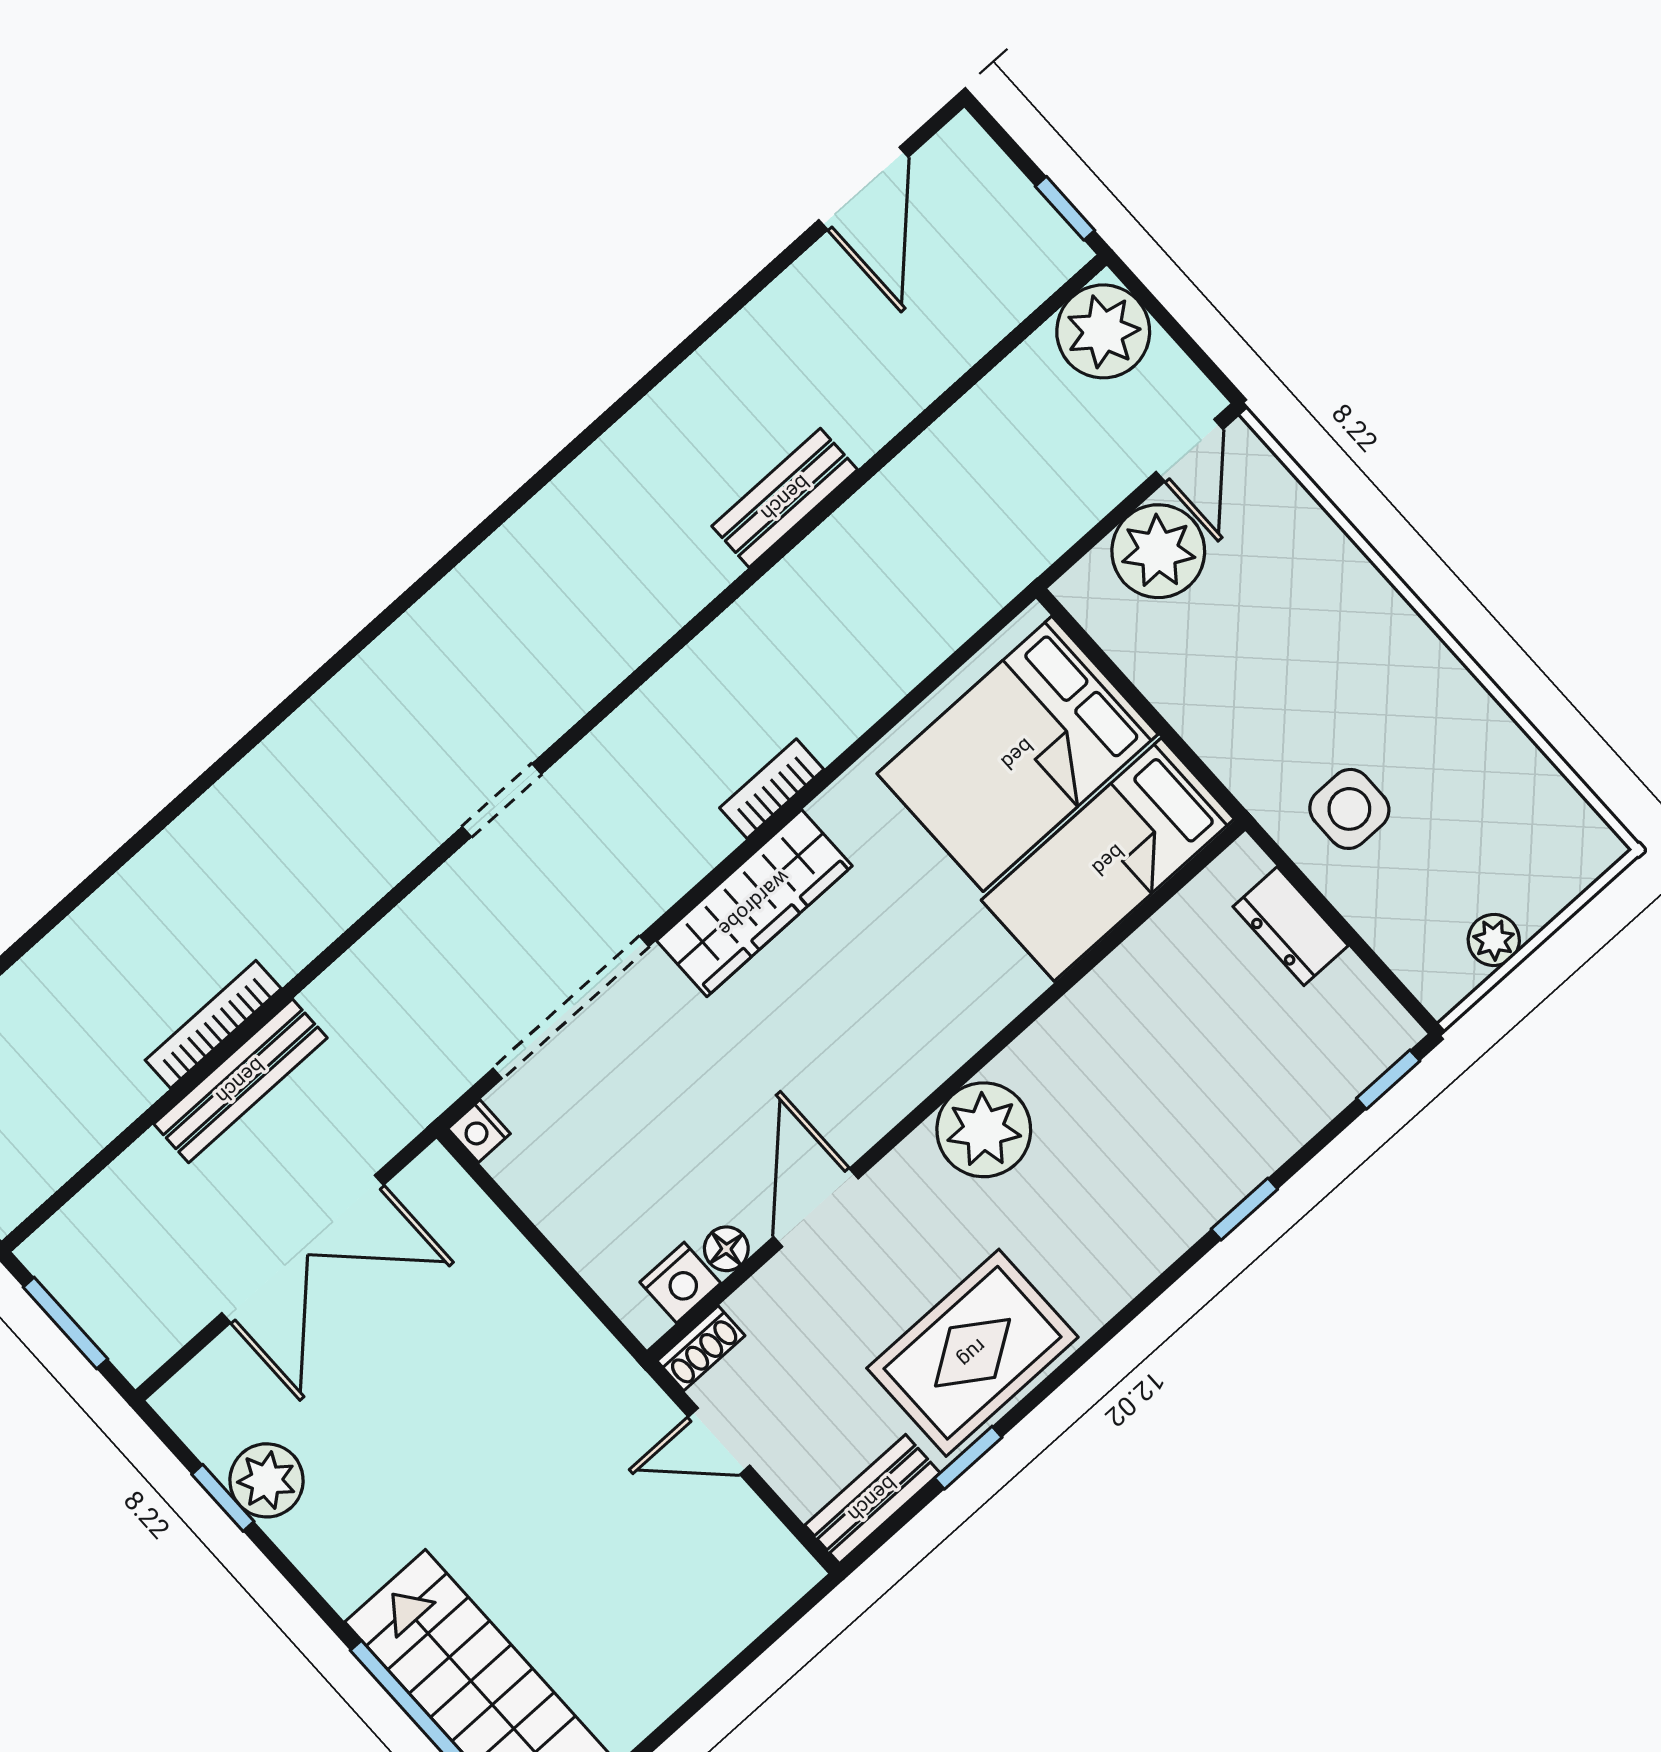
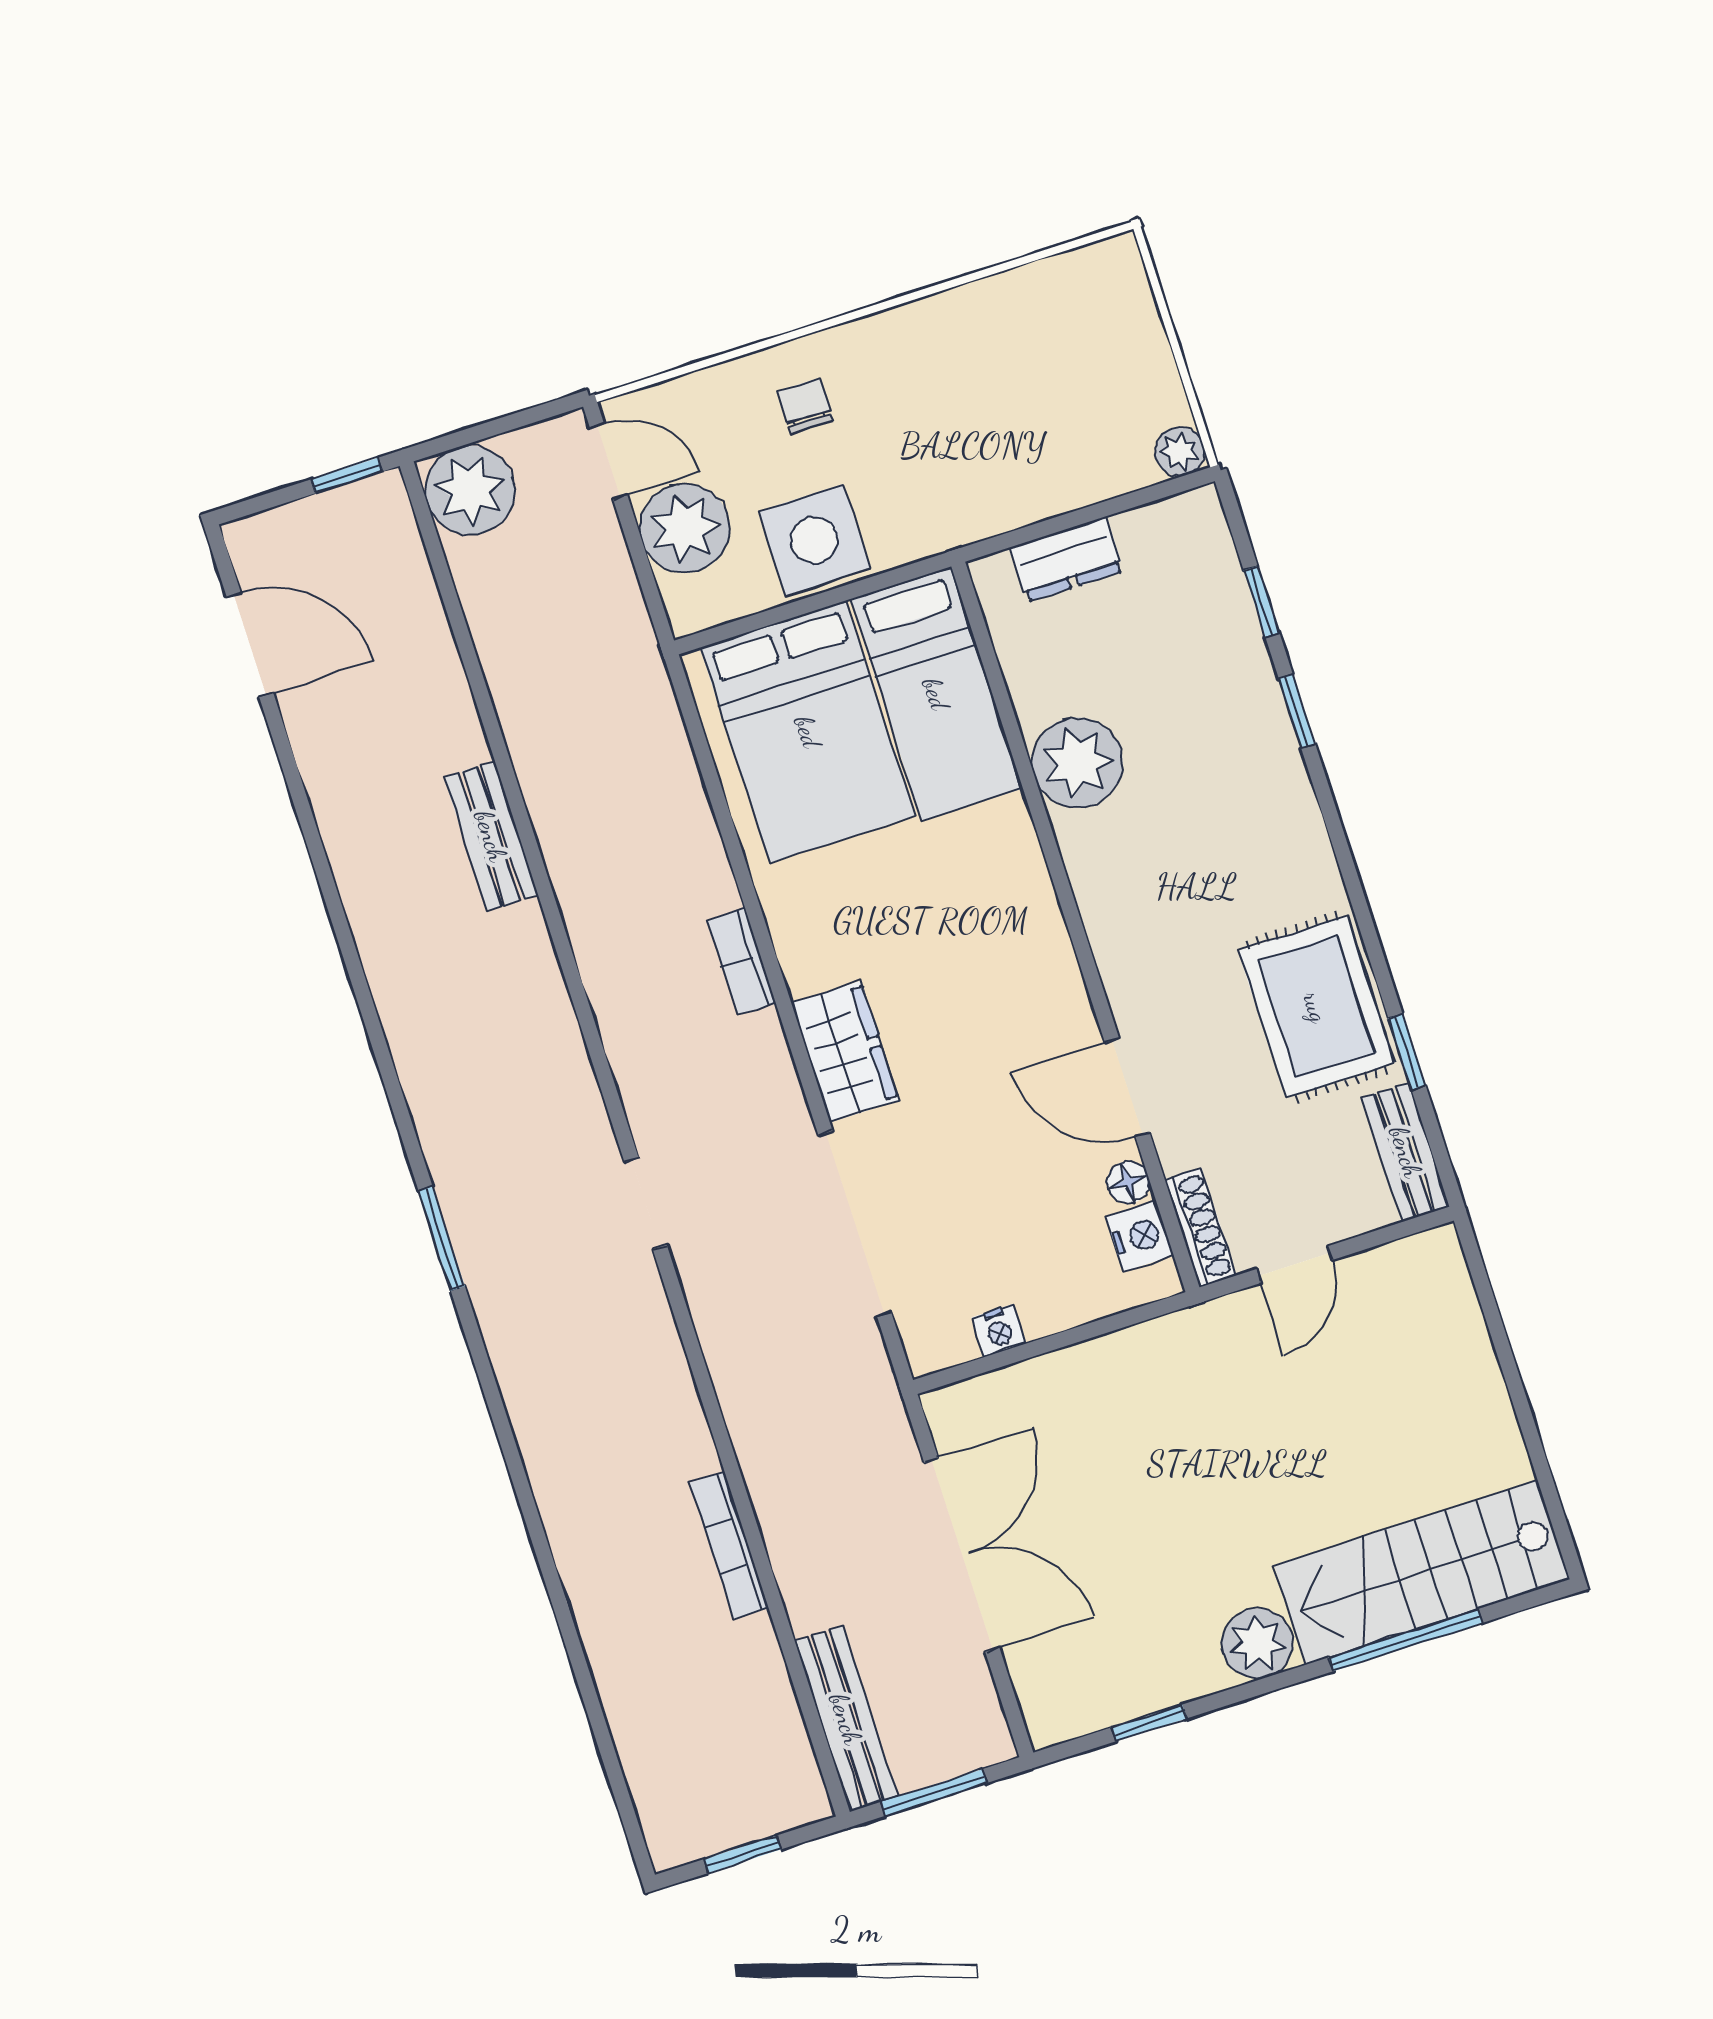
chair: (1325, 613) -> (805, 406), added
window: (382, 622) -> (442, 1238), added
side table: (1349, 809) -> (814, 540), moved, width x1.37, depth x1.37
wardrobe: (754, 903) -> (845, 1052), width x0.67
plant: (1494, 940) -> (1180, 451), moved
window: (1388, 1080) -> (1261, 601), moved
bench: (240, 1081) -> (846, 1719), moved
plant: (984, 1130) -> (1077, 763), moved
nightstand: (479, 1131) -> (999, 1330), moved
shoe rack: (701, 1348) -> (1200, 1228), width x1.43
plant: (267, 1480) -> (1257, 1643), moved

